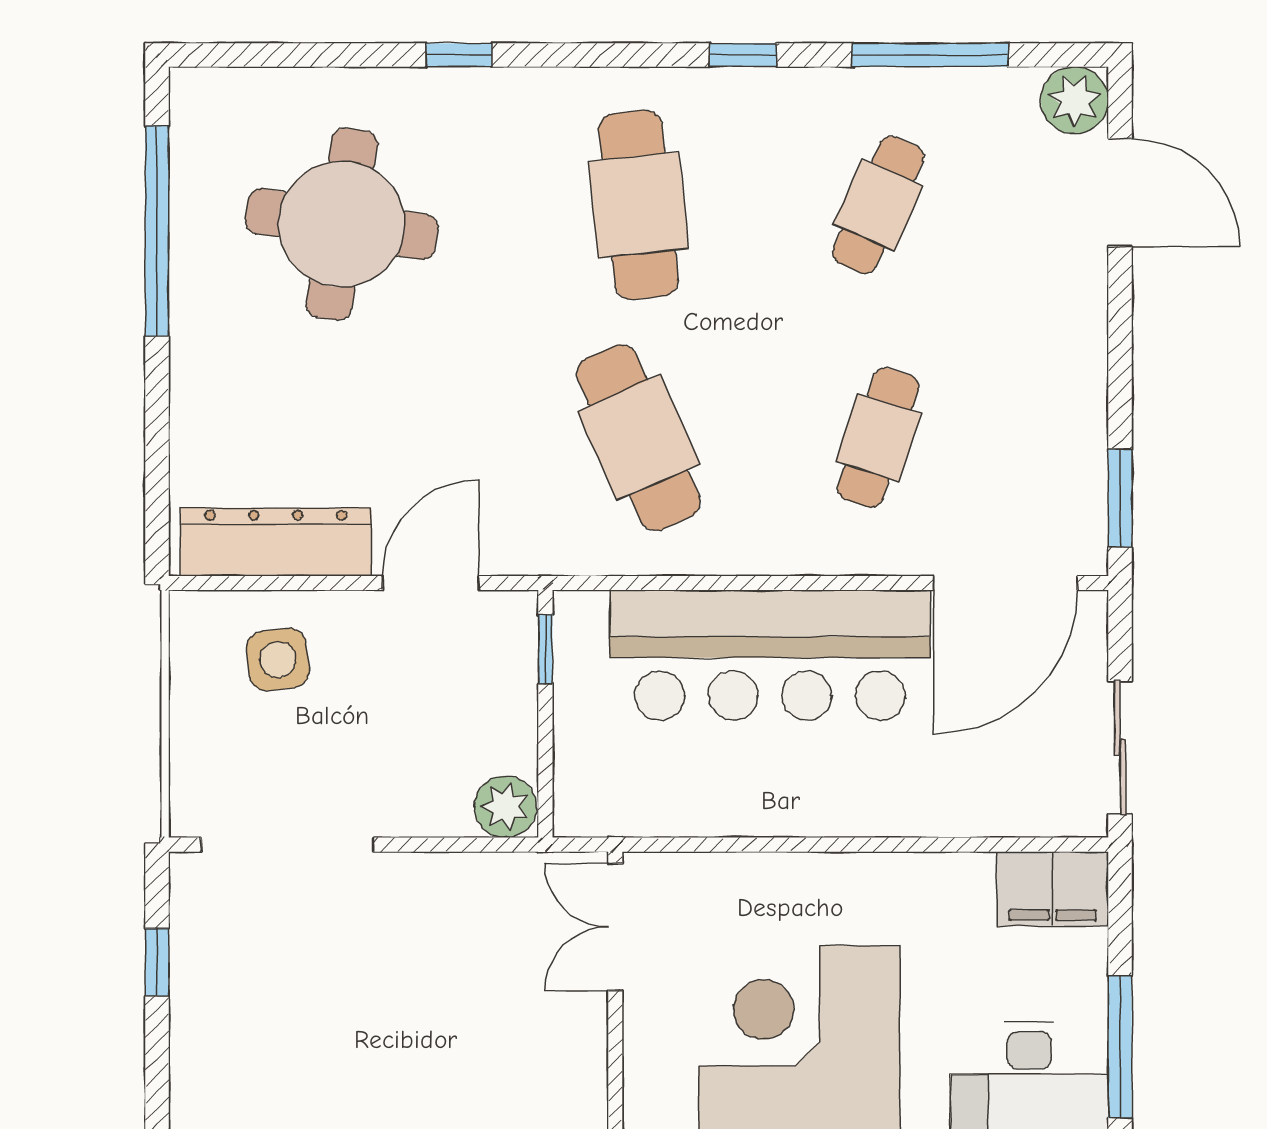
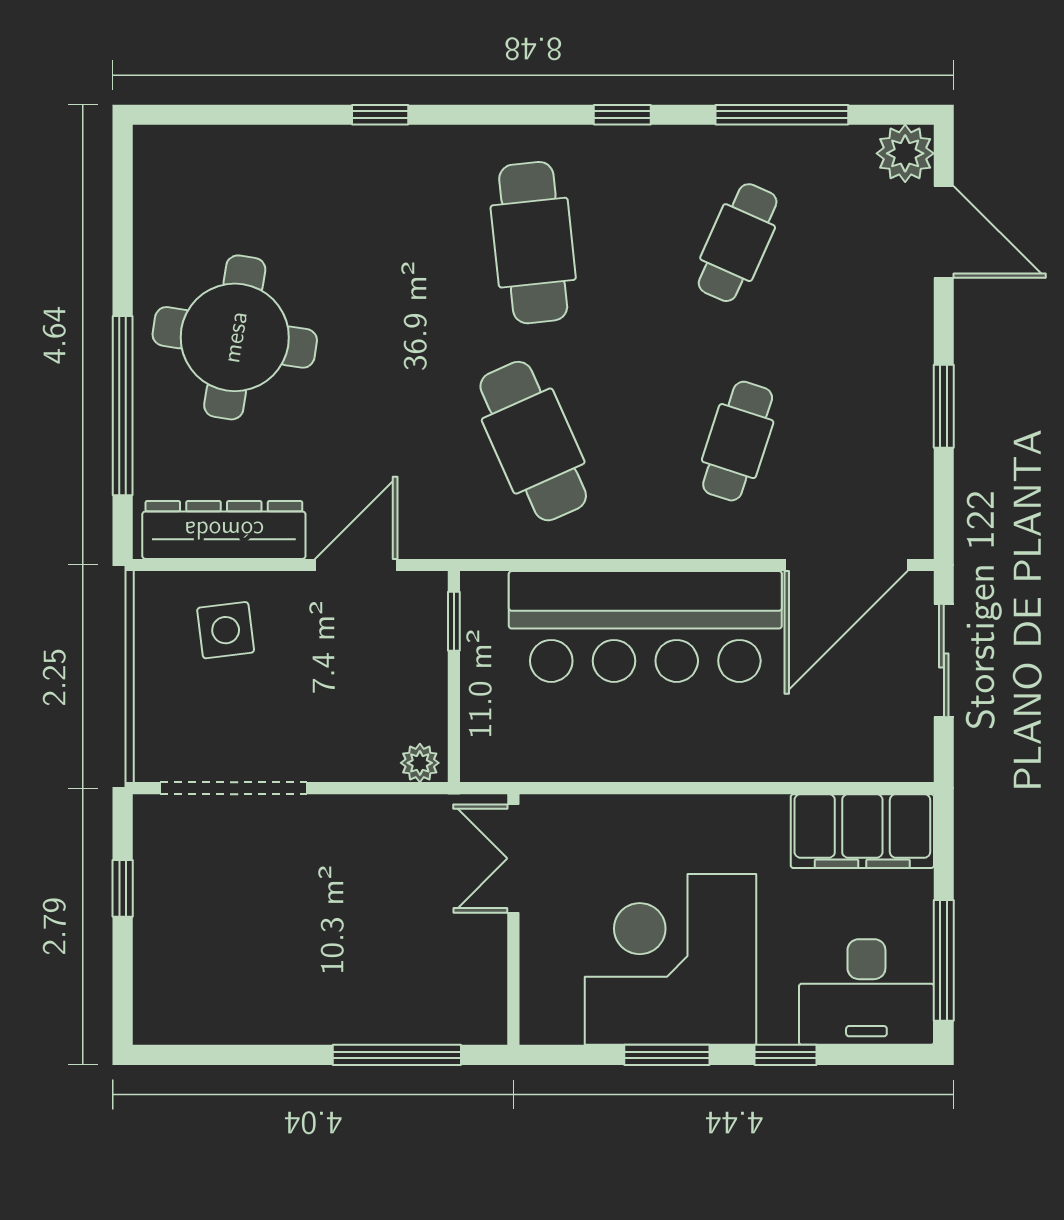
round table: (342, 224) -> (235, 337), moved
window: (157, 231) -> (123, 406), moved
window: (1120, 498) -> (944, 406), moved
sliding door: (1120, 747) -> (944, 660), moved
plant: (505, 807) -> (420, 763), width x0.73, depth x0.73
filing cabinet: (1052, 889) -> (862, 831), width x1.50, depth x1.17

